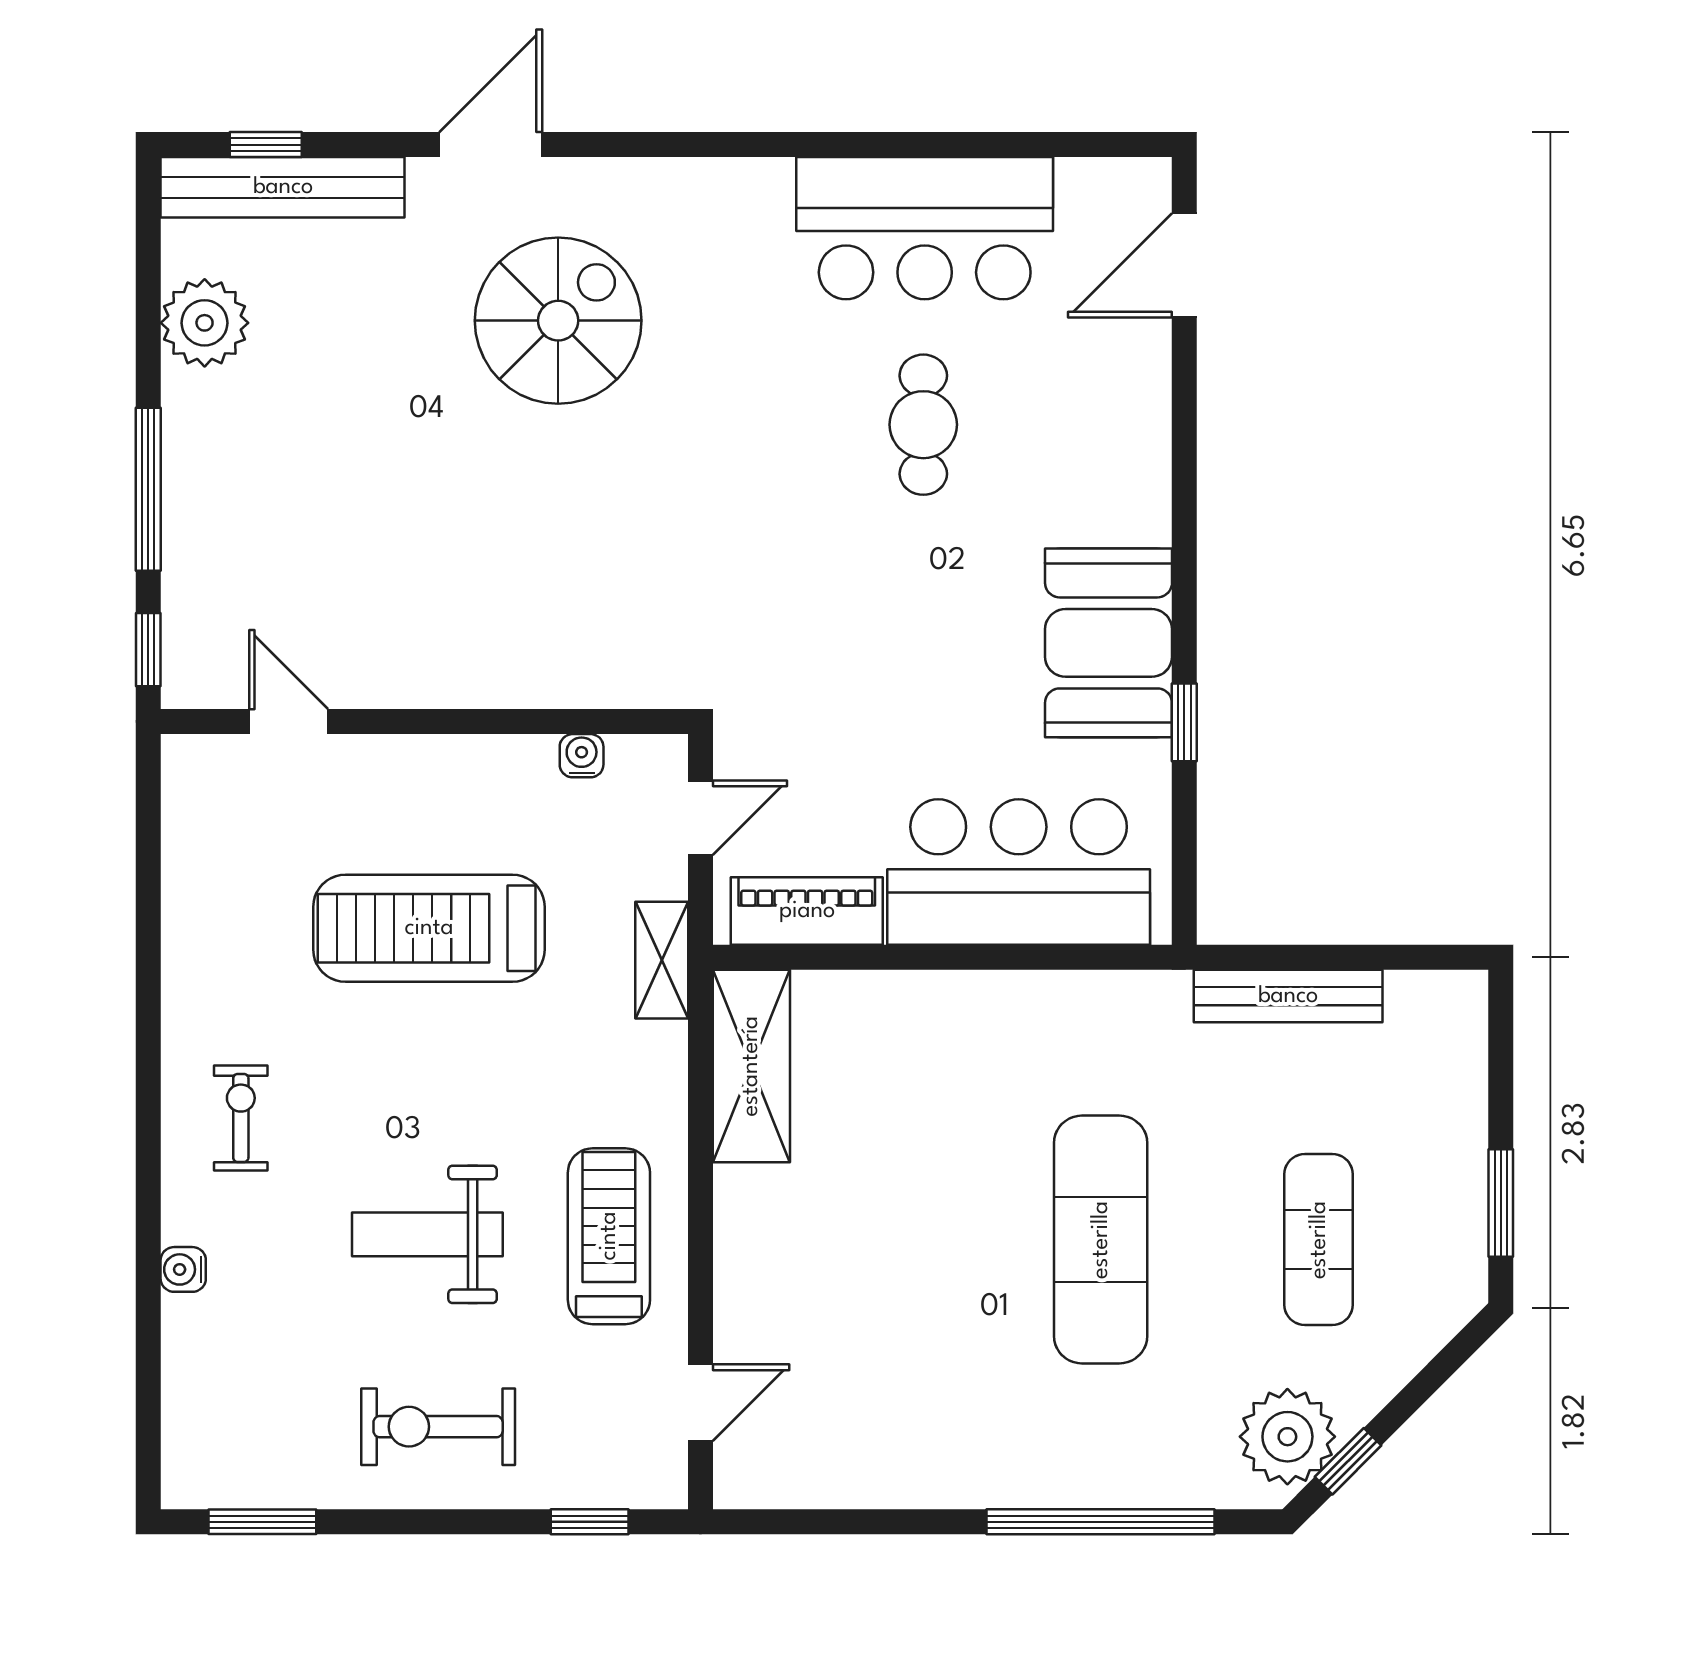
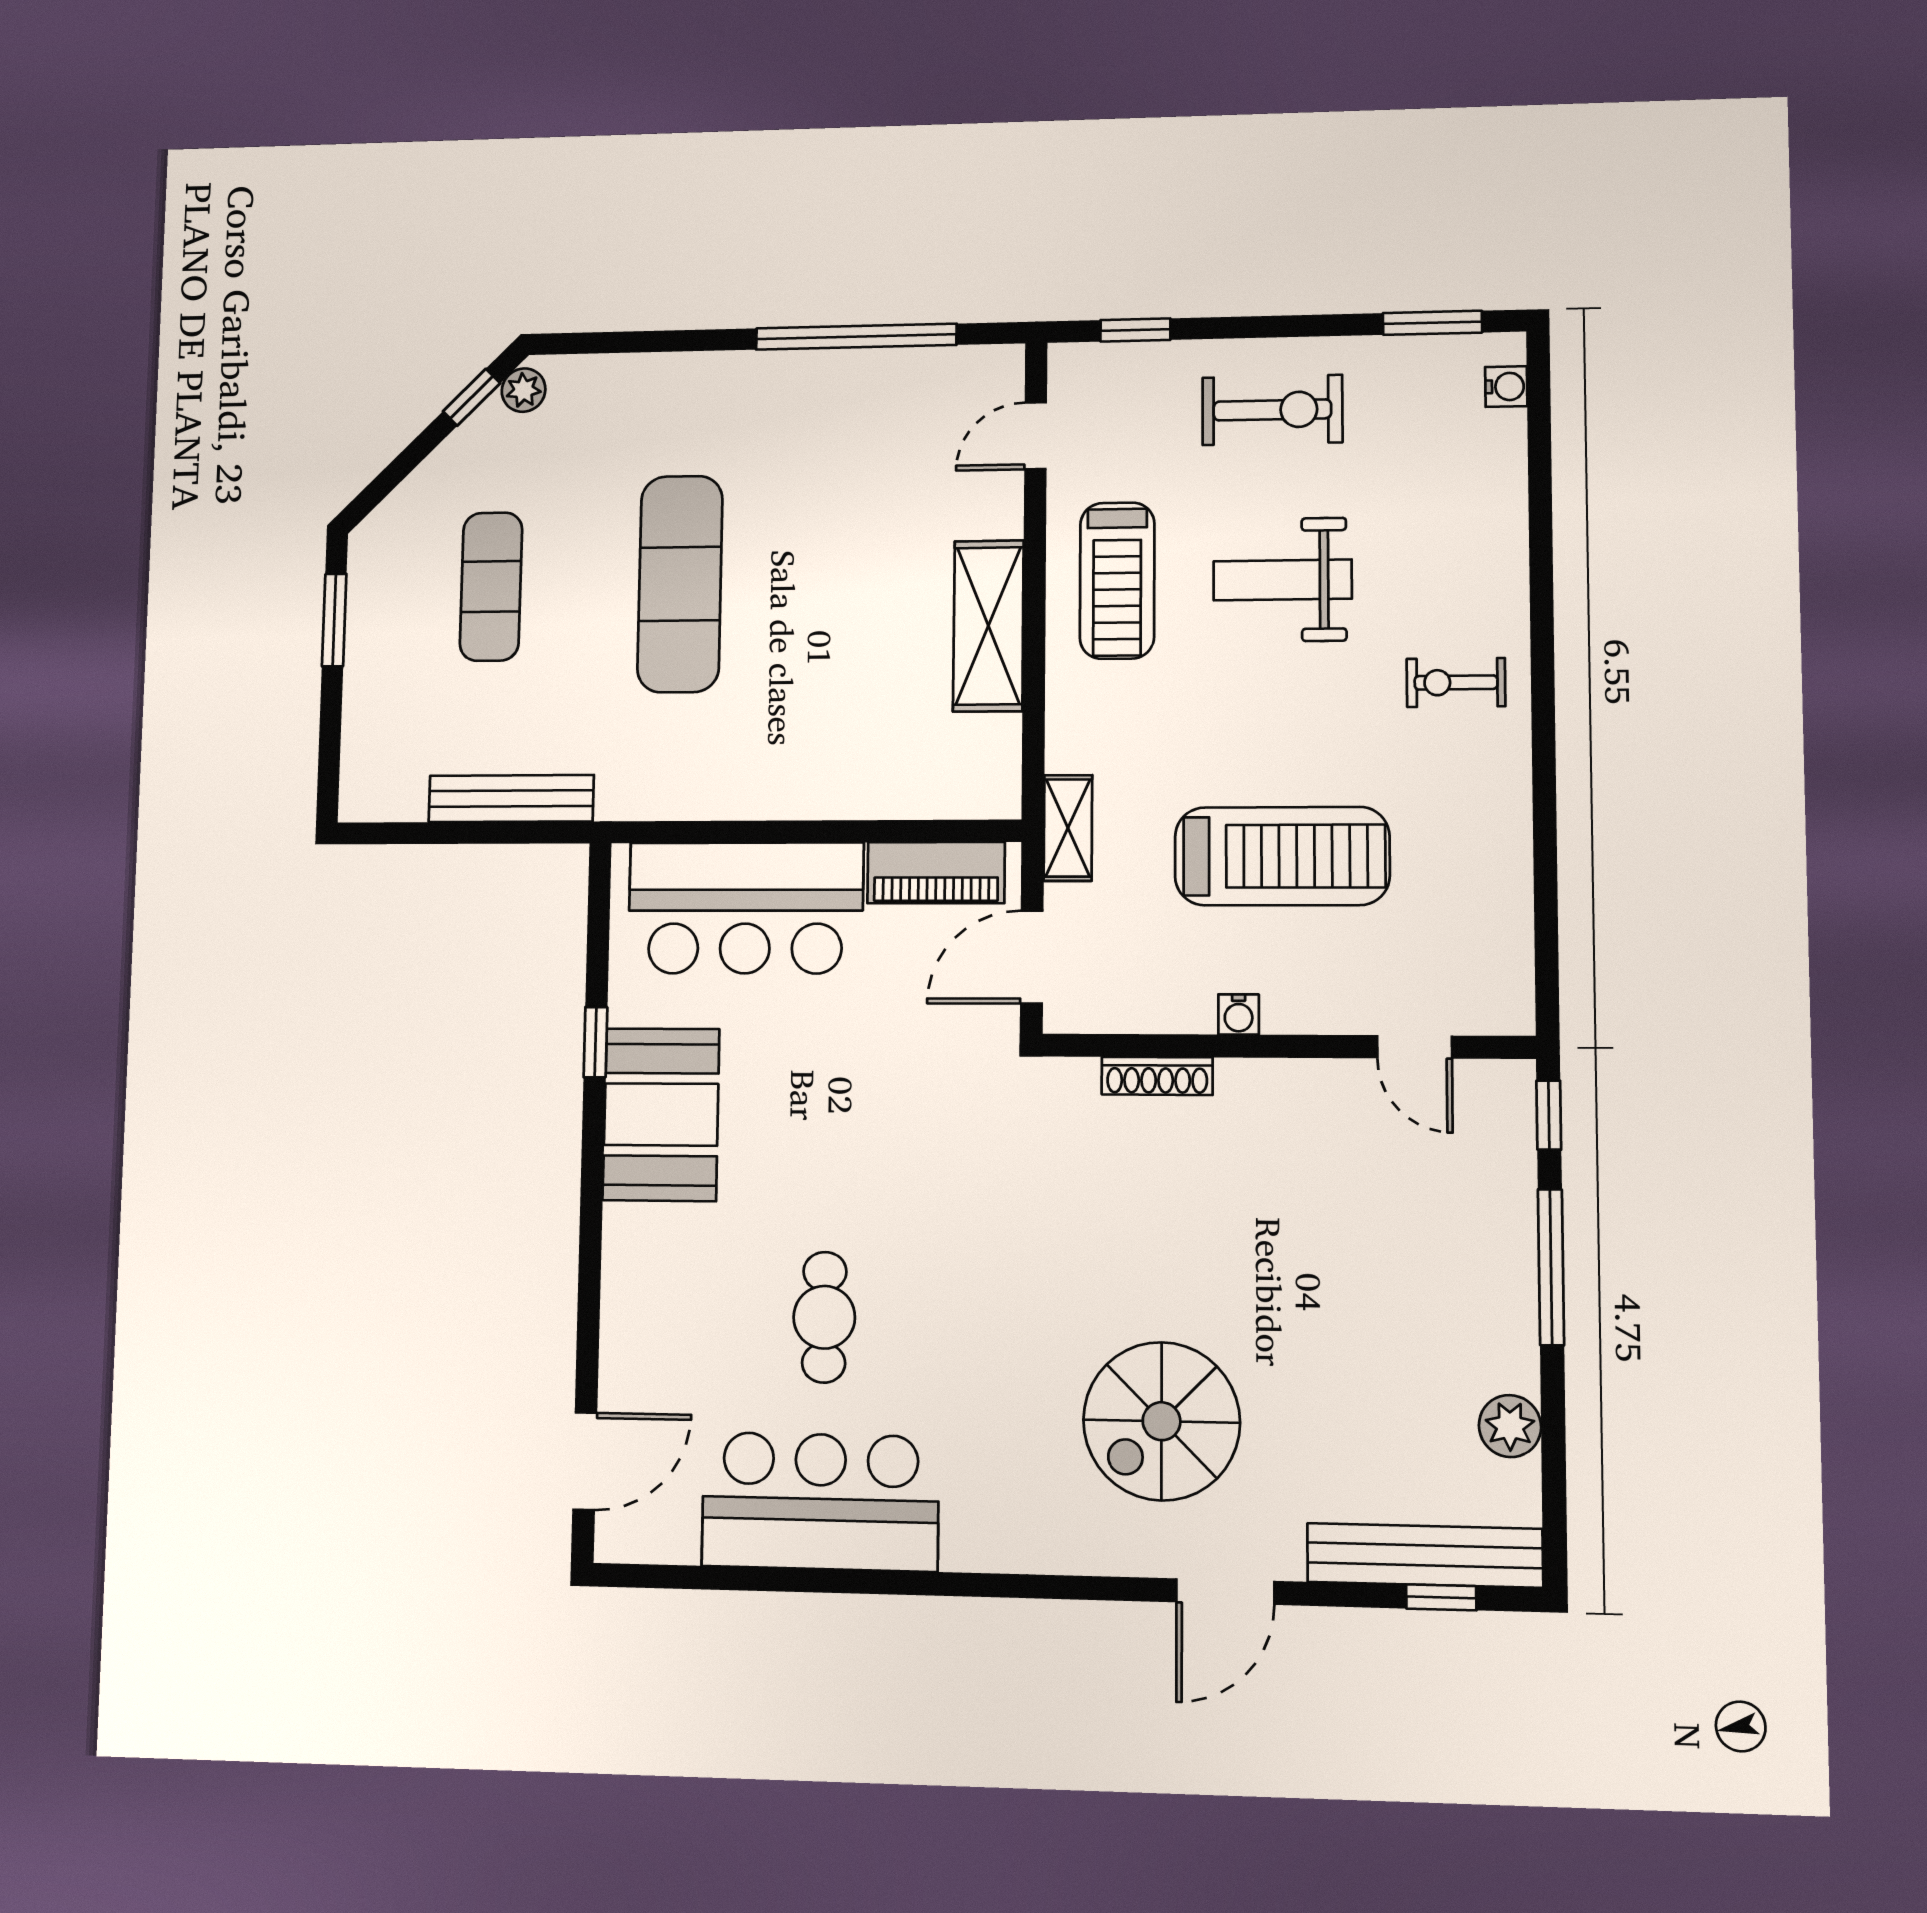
plant: (205, 323) -> (1510, 1426), width x0.73, depth x0.73
shoe rack: (564, 689) -> (1157, 1076), added
water cooler: (582, 756) -> (1239, 1014), moved
door: (700, 818) -> (1032, 957), width x1.38
shelving: (751, 1066) -> (988, 626), moved
exercise bike: (241, 1118) -> (1456, 683), turned 90
weight bench: (427, 1234) -> (1283, 580), turned 180
water cooler: (183, 1269) -> (1506, 387), moved
plant: (1287, 1437) -> (524, 390), width x0.53, depth x0.53
window: (1101, 1522) -> (856, 337), moved

